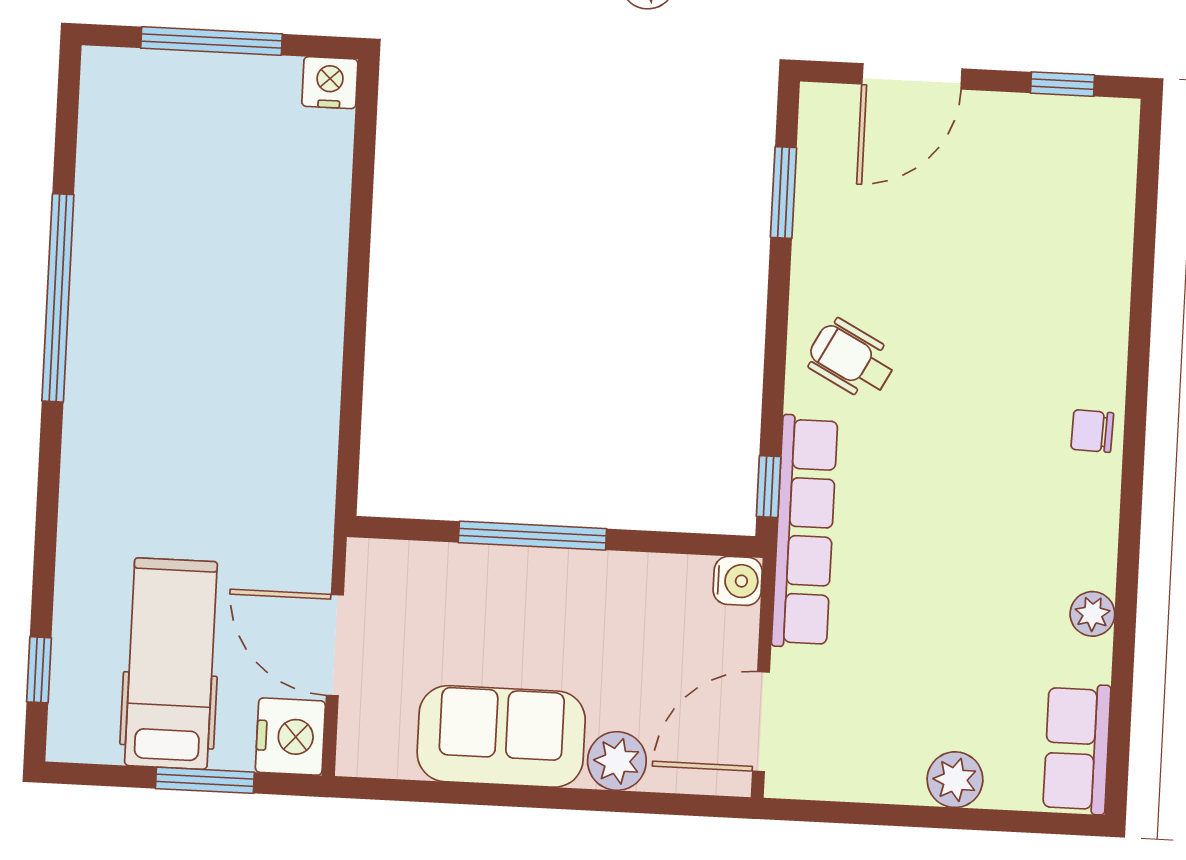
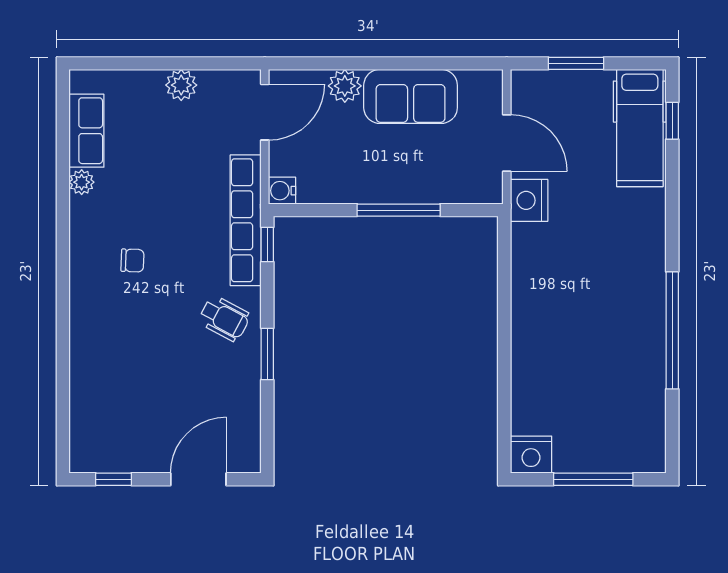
nightstand: (330, 83) -> (531, 455), width x1.36, depth x1.33
window: (783, 193) -> (267, 354), moved
chair: (1092, 431) -> (132, 261), moved
hospital bed: (171, 664) -> (640, 128), moved
nightstand: (290, 737) -> (529, 200), moved
row of seats: (1077, 749) -> (86, 131), moved
plant: (955, 780) -> (181, 85), moved

